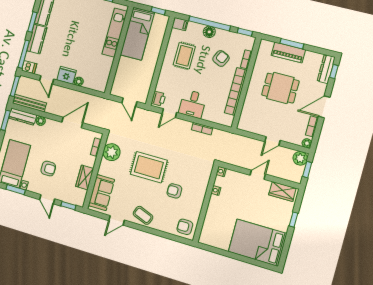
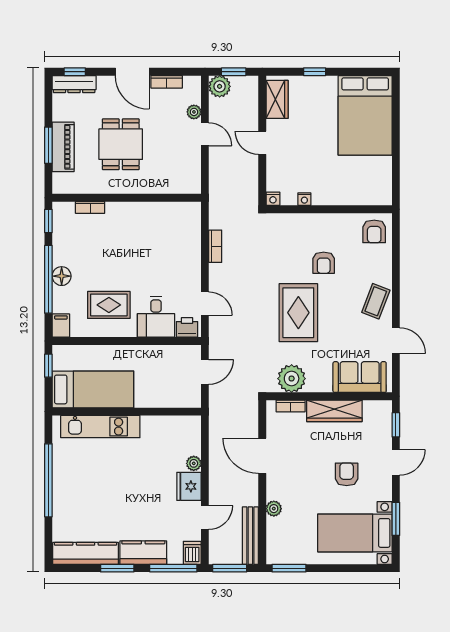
armchair: (221, 59) -> (99, 247), removed
bookcase: (236, 92) -> (144, 210), removed
desk: (193, 104) -> (156, 317), moved, turned 90
dresser: (23, 117) -> (275, 541), removed
plant: (307, 143) -> (194, 112), moved
wardrobe: (85, 177) -> (334, 411), width x1.50

